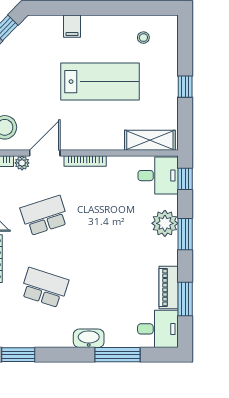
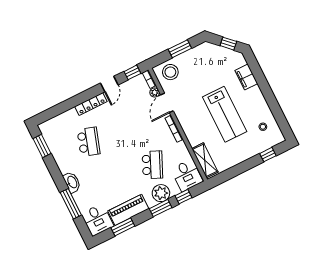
filing cabinet: (72, 26) -> (246, 77), width x2.00
window: (185, 87) -> (268, 155), moved
door: (45, 153) -> (167, 103), swing flipped
window: (185, 179) -> (183, 197), moved
school desk: (44, 216) -> (152, 165), moved, turned 42
piano: (169, 287) -> (128, 210), width x1.37, depth x1.33

